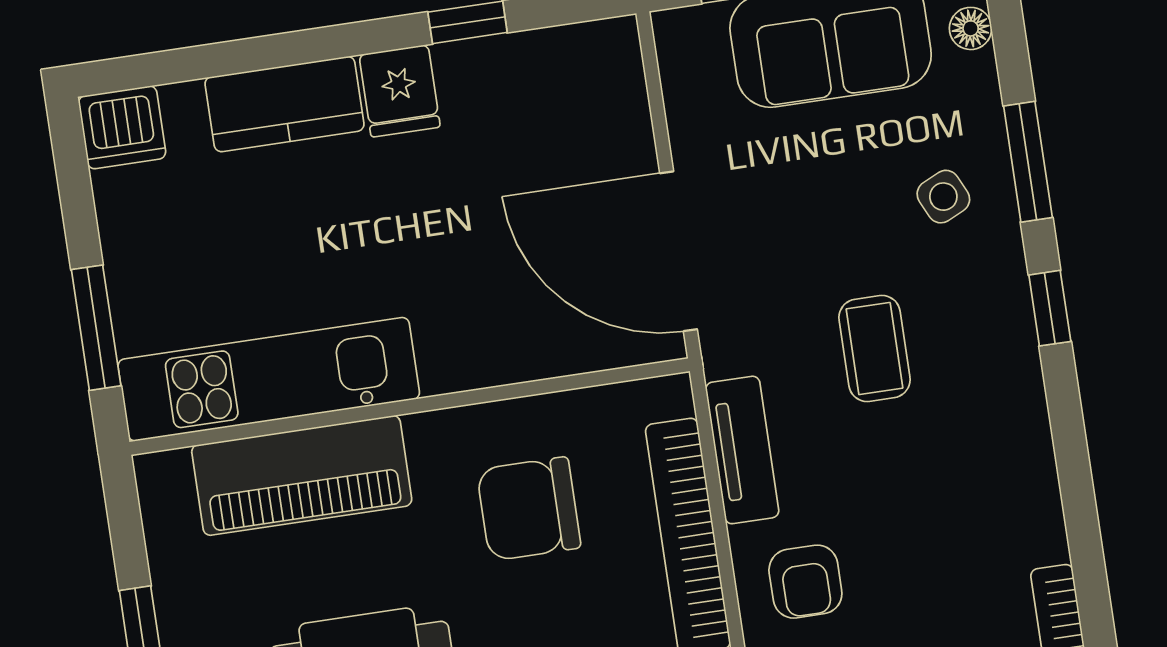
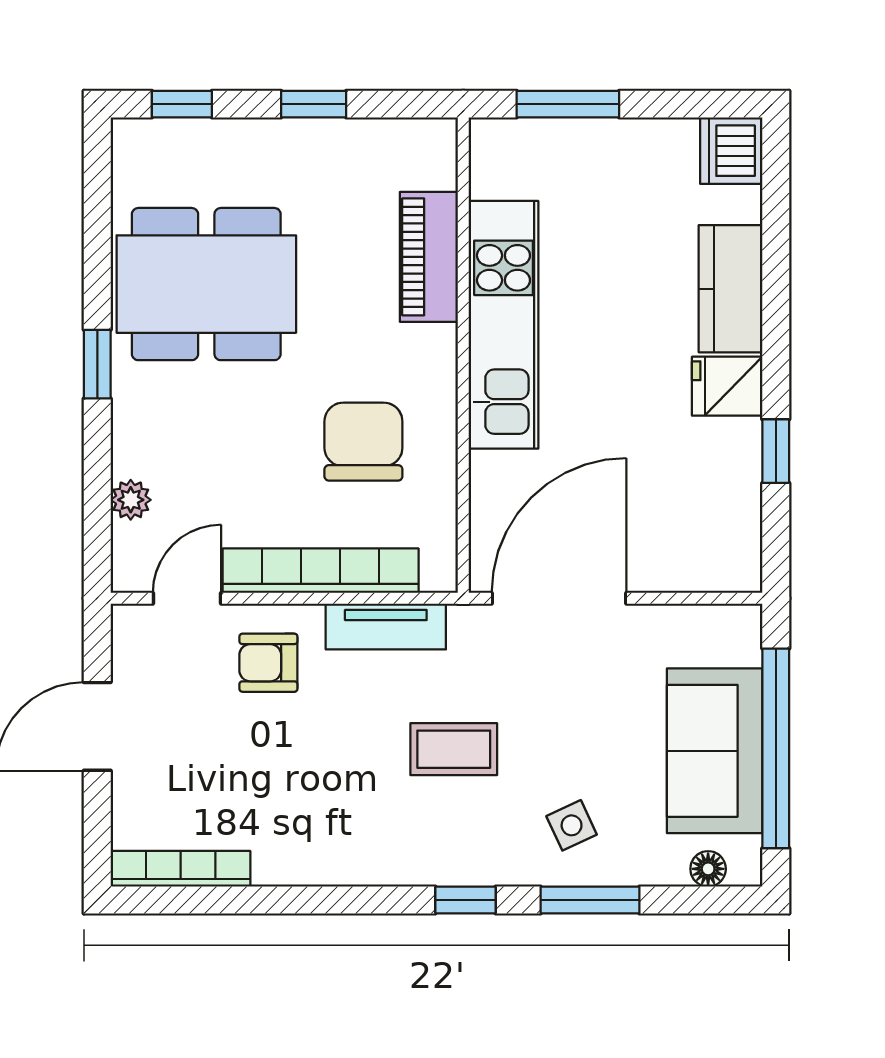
kitchen unit: (269, 379) -> (503, 325), moved
piano: (302, 475) -> (429, 257), width x0.73, depth x0.75

